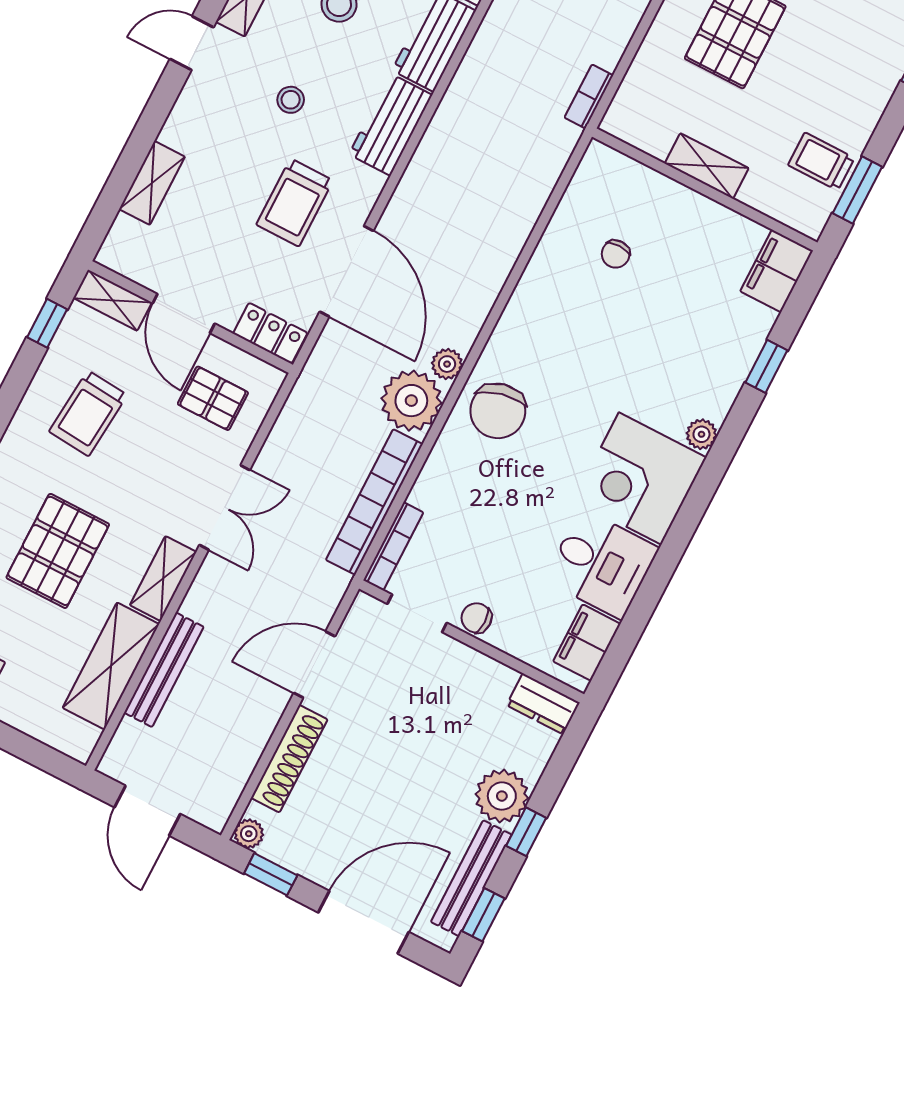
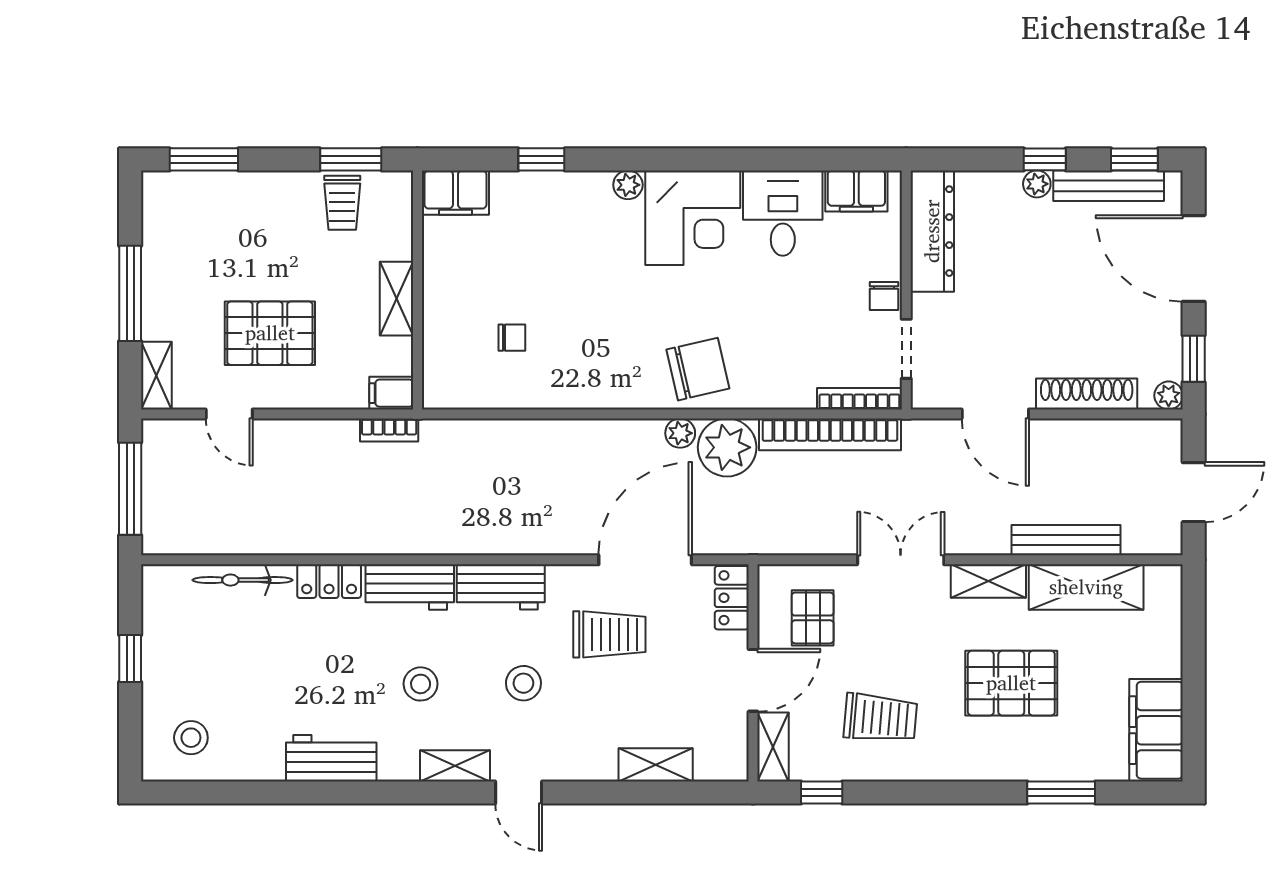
stool: (291, 100) -> (523, 683), width x1.37, depth x1.37
filing cabinet: (622, 116) -> (391, 393), added
dresser: (543, 704) -> (932, 231), width x1.96, depth x1.24
plant: (502, 796) -> (1037, 184), width x0.53, depth x0.53

